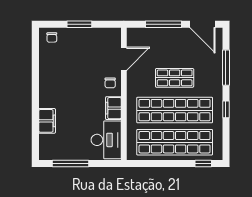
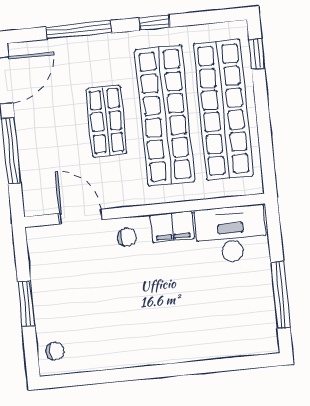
filing cabinet: (47, 121) -> (207, 345), removed

